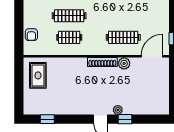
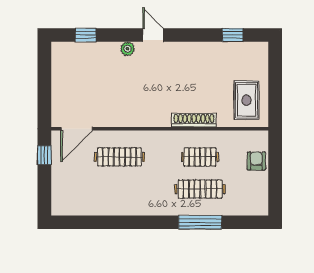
shoe rack: (102, 62) -> (194, 120), moved
plant: (124, 63) -> (118, 118), removed
window: (125, 119) -> (86, 35), moved

